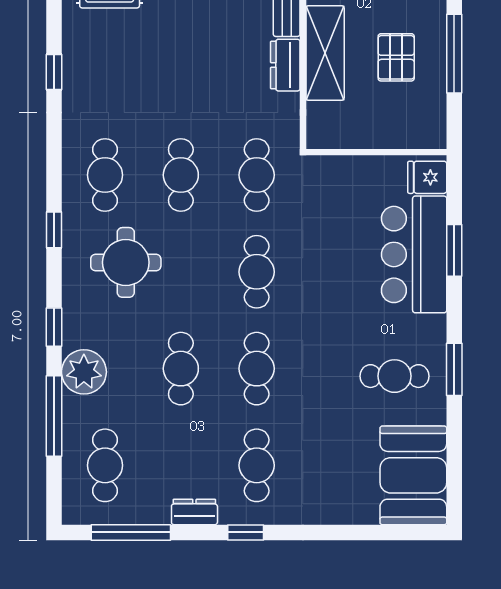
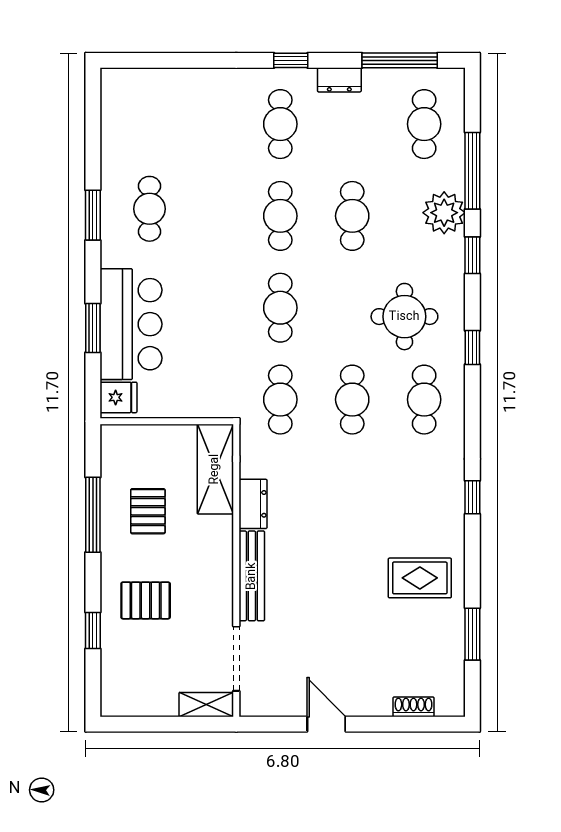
shelving: (325, 53) -> (215, 469), moved
cafe table: (394, 376) -> (149, 209), turned 90
booth: (413, 475) -> (132, 115), removed

